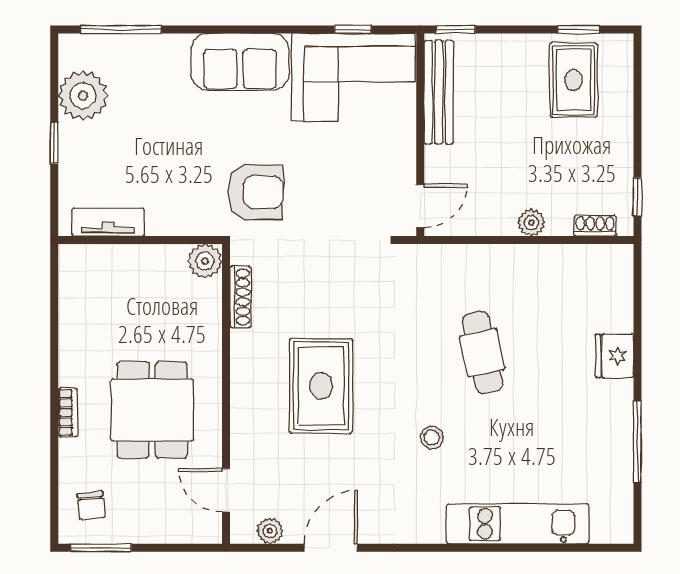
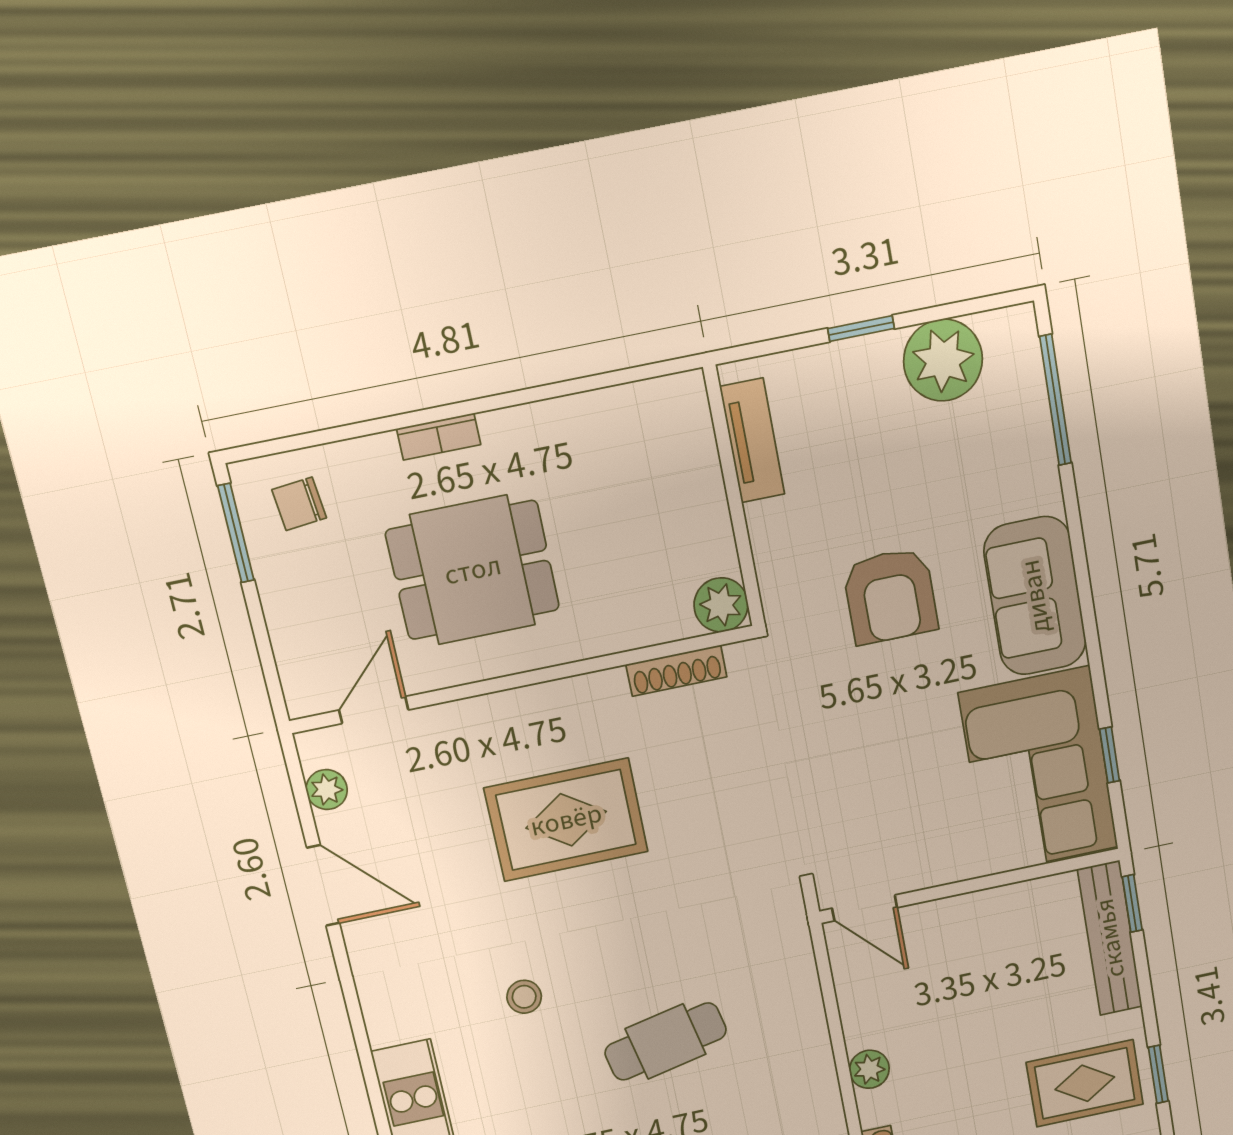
bench: (439, 92) -> (1110, 938), moved, turned 90
armchair: (256, 192) -> (890, 596), moved

